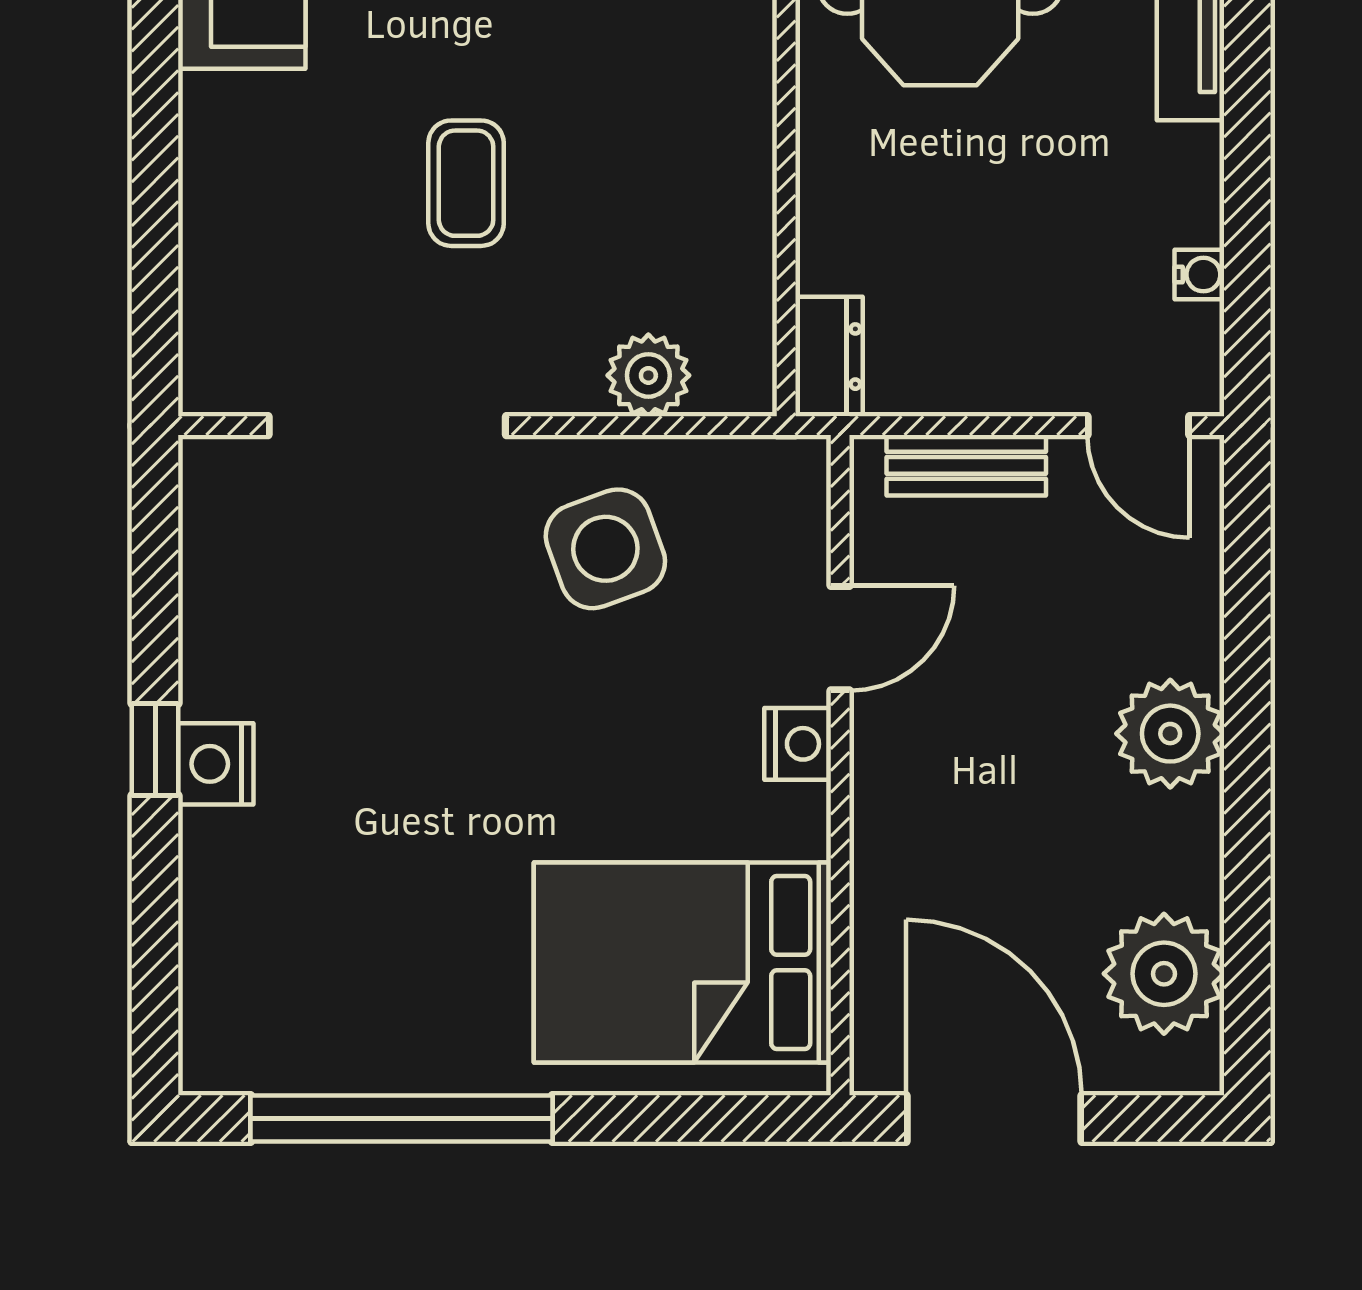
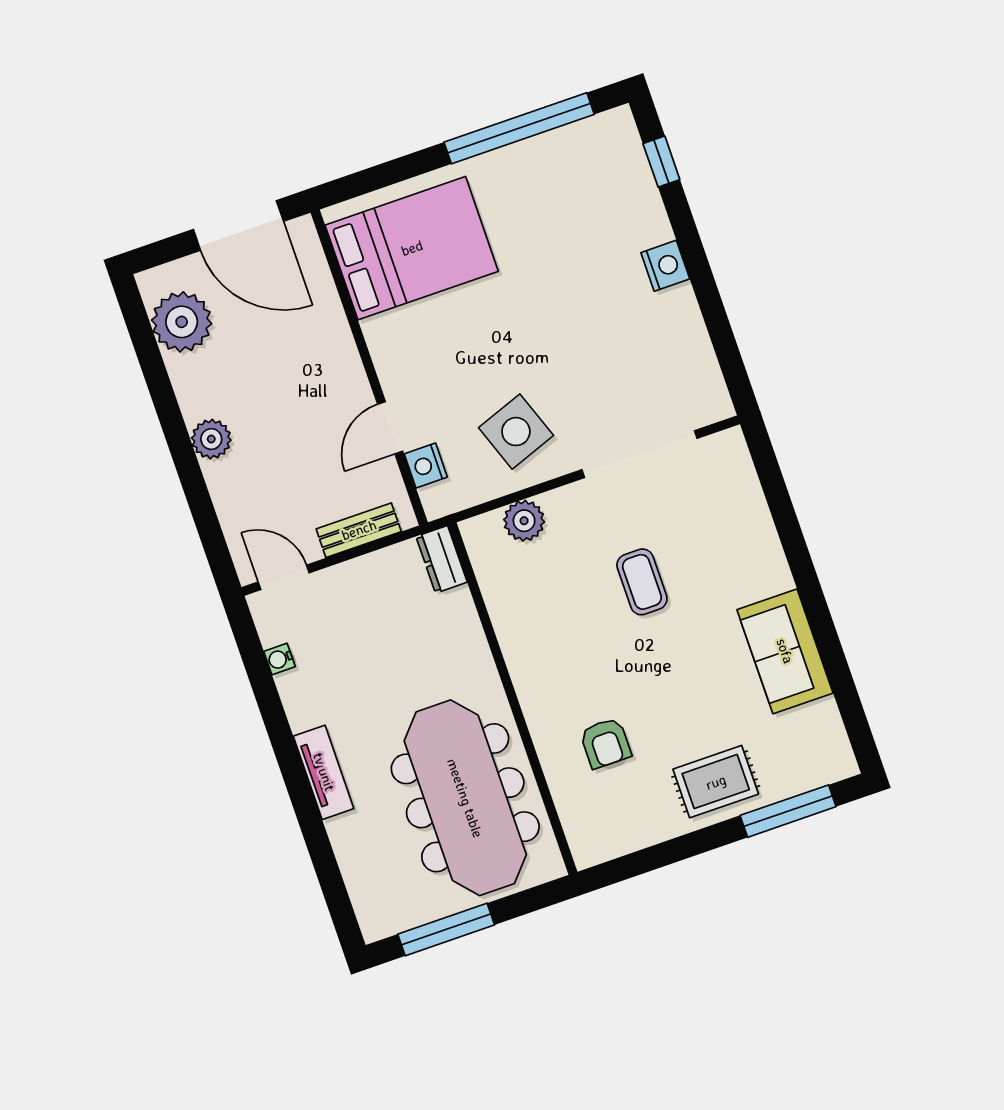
plant: (1170, 734) -> (211, 439), width x0.73, depth x0.73
nightstand: (798, 744) -> (426, 466), moved
window: (155, 750) -> (661, 162), moved

